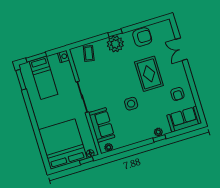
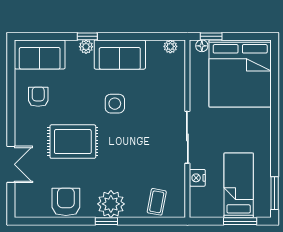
armchair: (142, 37) -> (66, 202), turned 90
nightstand: (63, 56) -> (197, 178), moved
rug: (149, 74) -> (73, 142), turned 90
sofa: (102, 125) -> (120, 55), moved, turned -90

